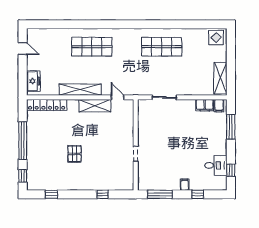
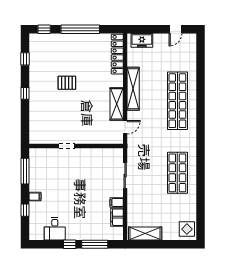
shop shelf: (92, 47) -> (177, 101), width x1.40
filing cabinet: (219, 106) -> (117, 202), moved
window: (231, 170) -> (70, 244), moved
window: (102, 194) -> (25, 93), moved

